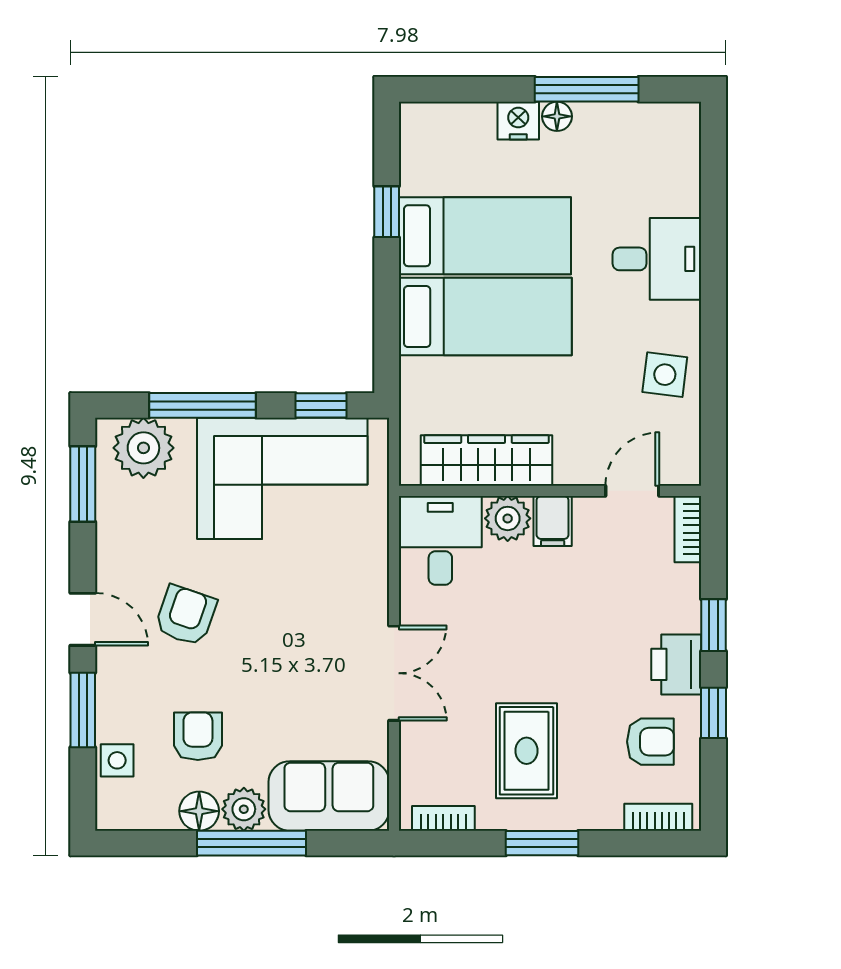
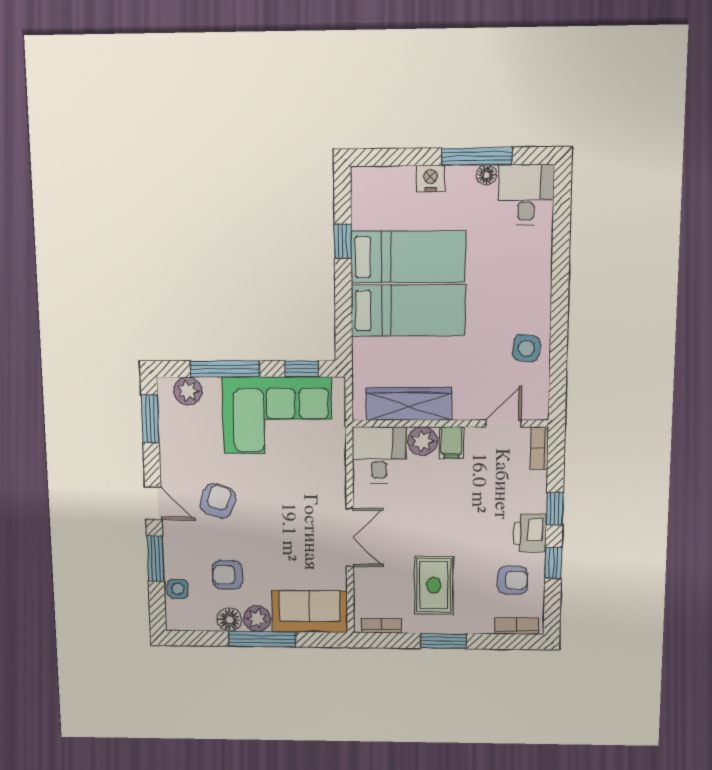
floor lamp: (557, 116) -> (486, 175), moved
desk: (657, 259) -> (526, 195), moved, turned -90
plant: (143, 448) -> (188, 391), width x0.73, depth x0.73
armchair: (198, 736) -> (227, 575), turned -90

